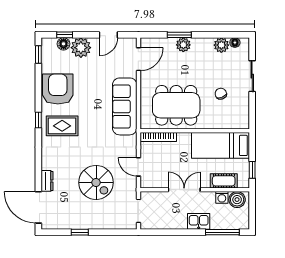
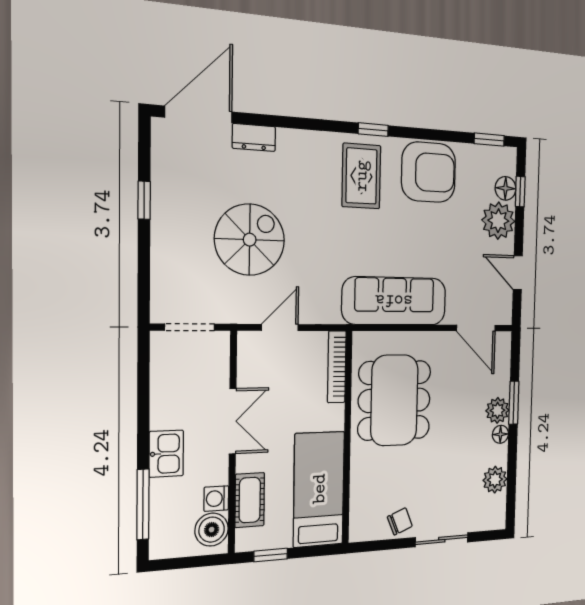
floor lamp: (235, 43) -> (500, 434), moved
chair: (221, 94) -> (400, 521), moved
spiral stairs: (96, 182) -> (250, 240), turned 180

